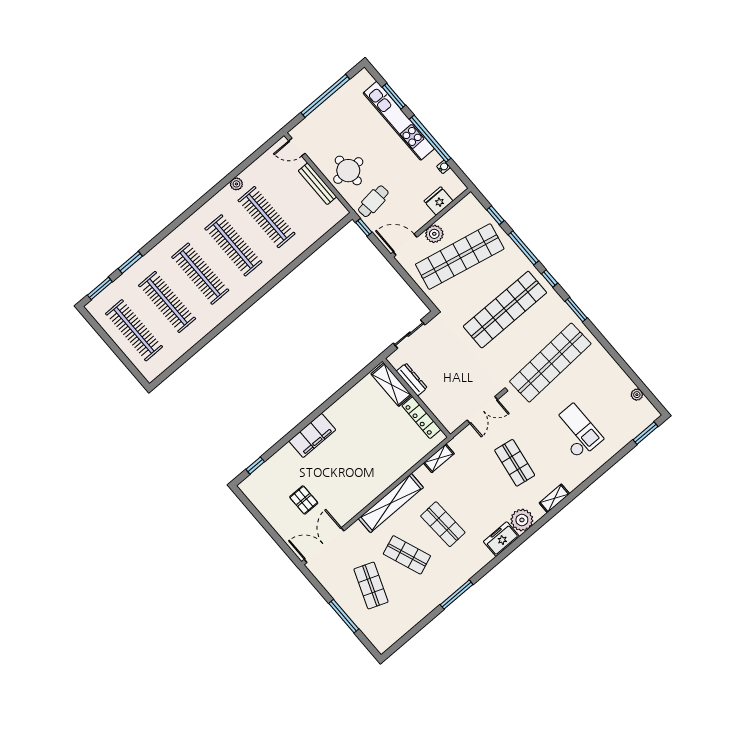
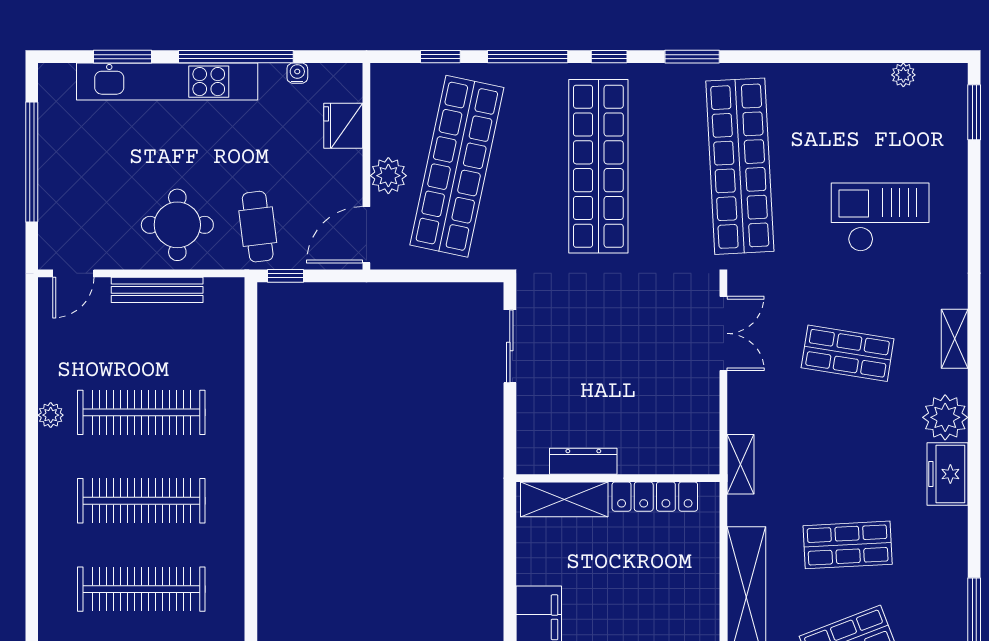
dresser: (412, 380) -> (583, 461), moved
shelving: (391, 385) -> (564, 499), moved
wall: (416, 398) -> (618, 478), moved
locker: (421, 418) -> (655, 497), moved

